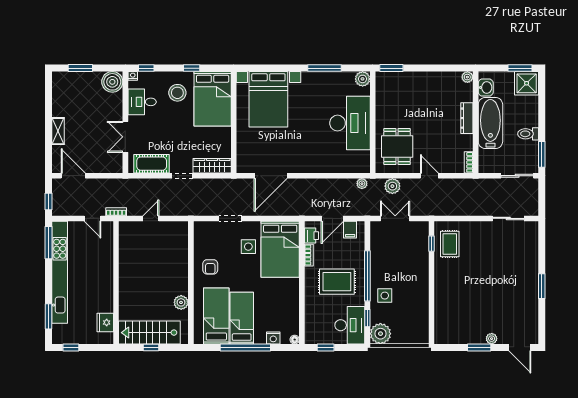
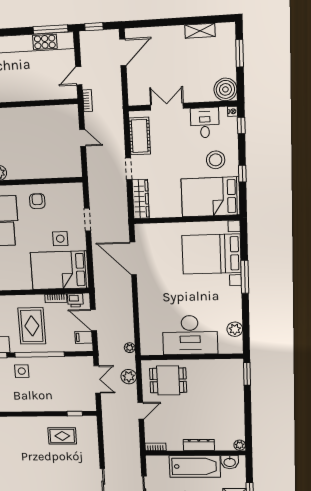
window: (324, 68) -> (245, 277), moved
plant: (363, 79) -> (235, 329), moved
shelving: (58, 131) -> (200, 31), moved
rug: (450, 244) -> (62, 436), moved
armchair: (210, 267) -> (37, 201), turned 90

